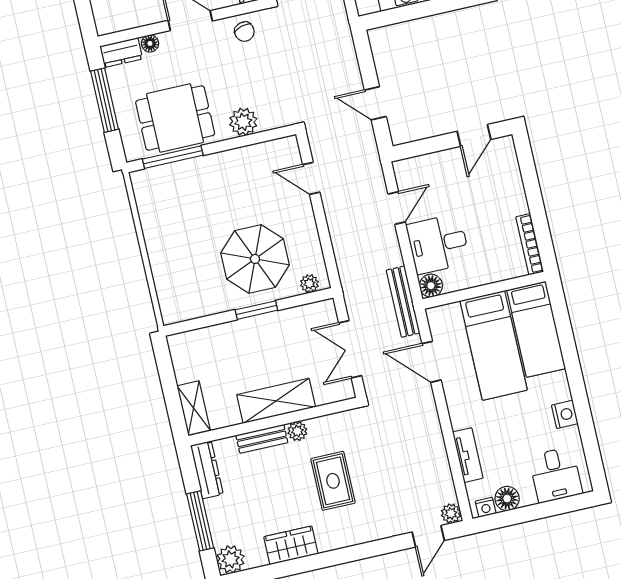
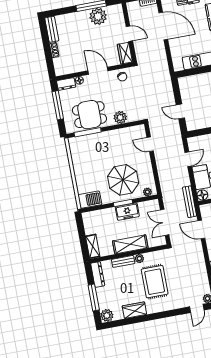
barbecue: (183, 306) -> (90, 200), added
freezer: (267, 329) -> (127, 212), added
rug: (333, 481) -> (155, 282), width x1.36, depth x1.43

